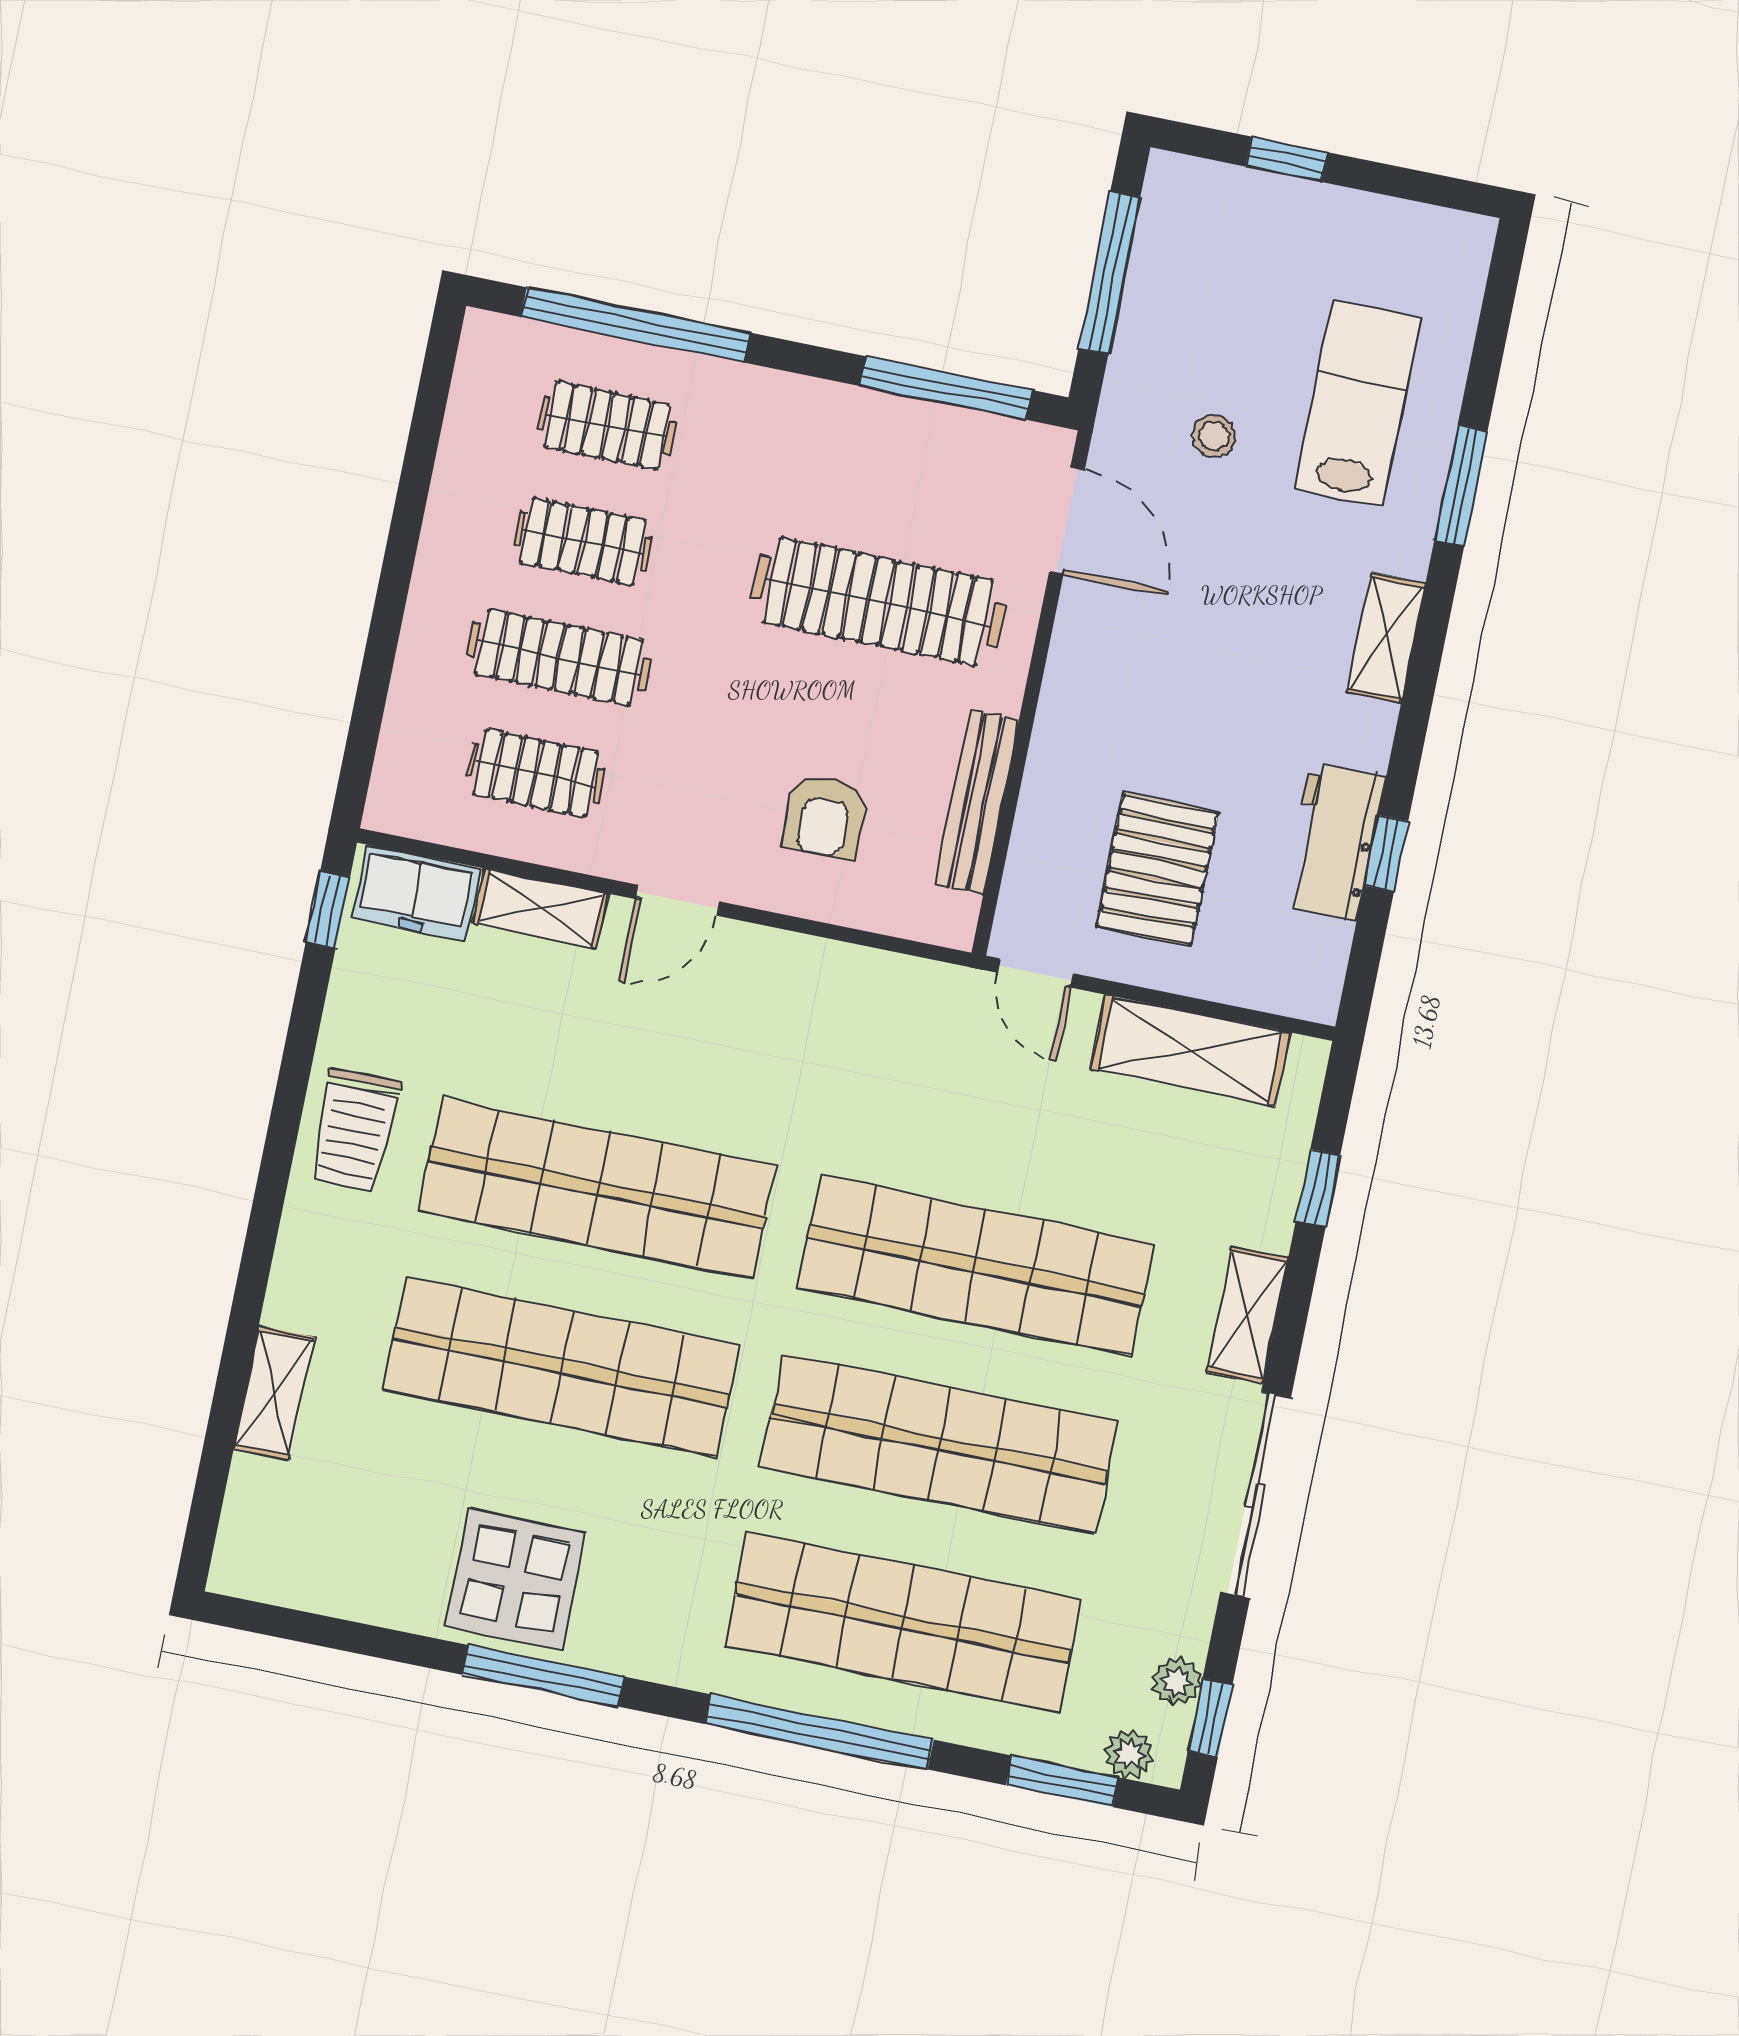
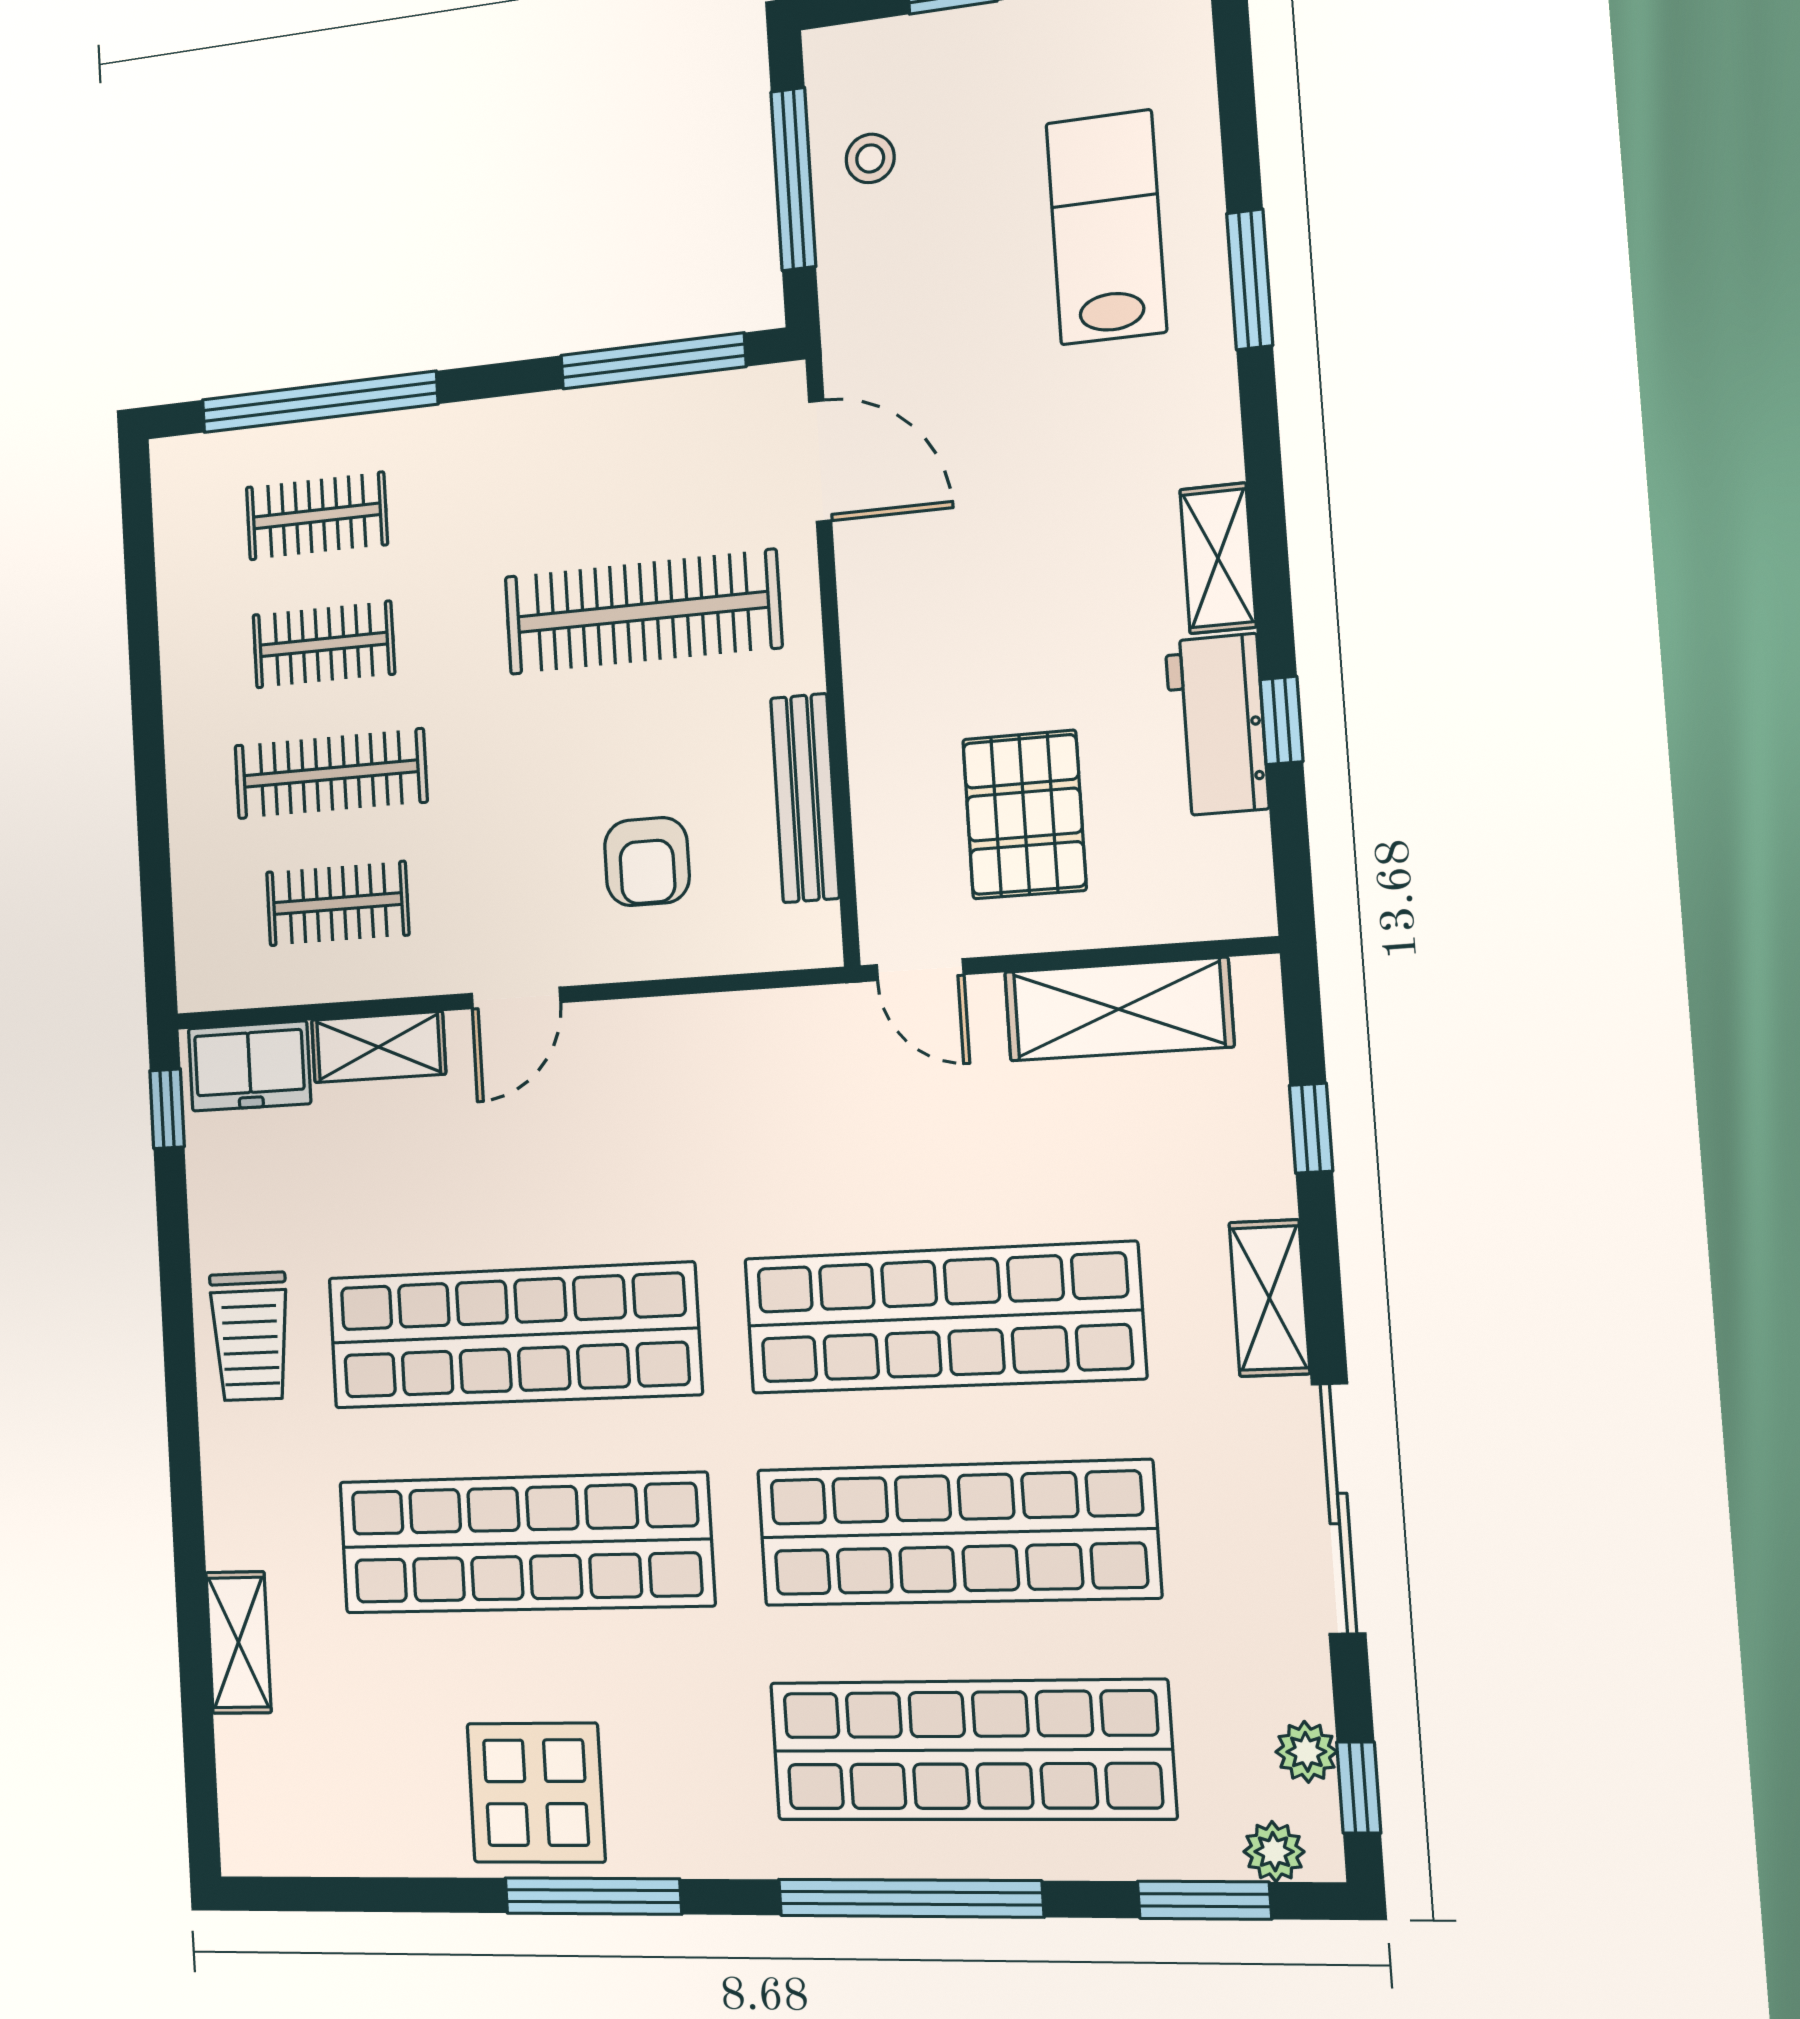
stool: (1214, 436) -> (870, 158), moved
shelving: (1386, 638) -> (1218, 558), moved

